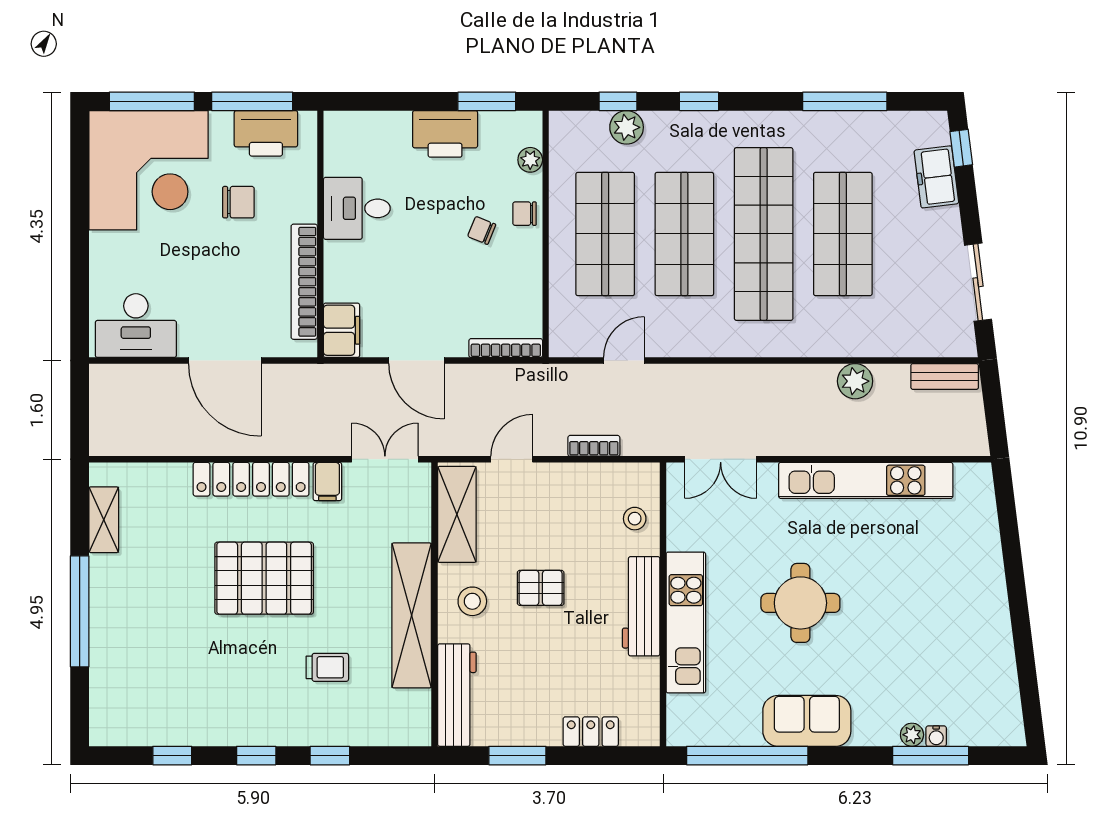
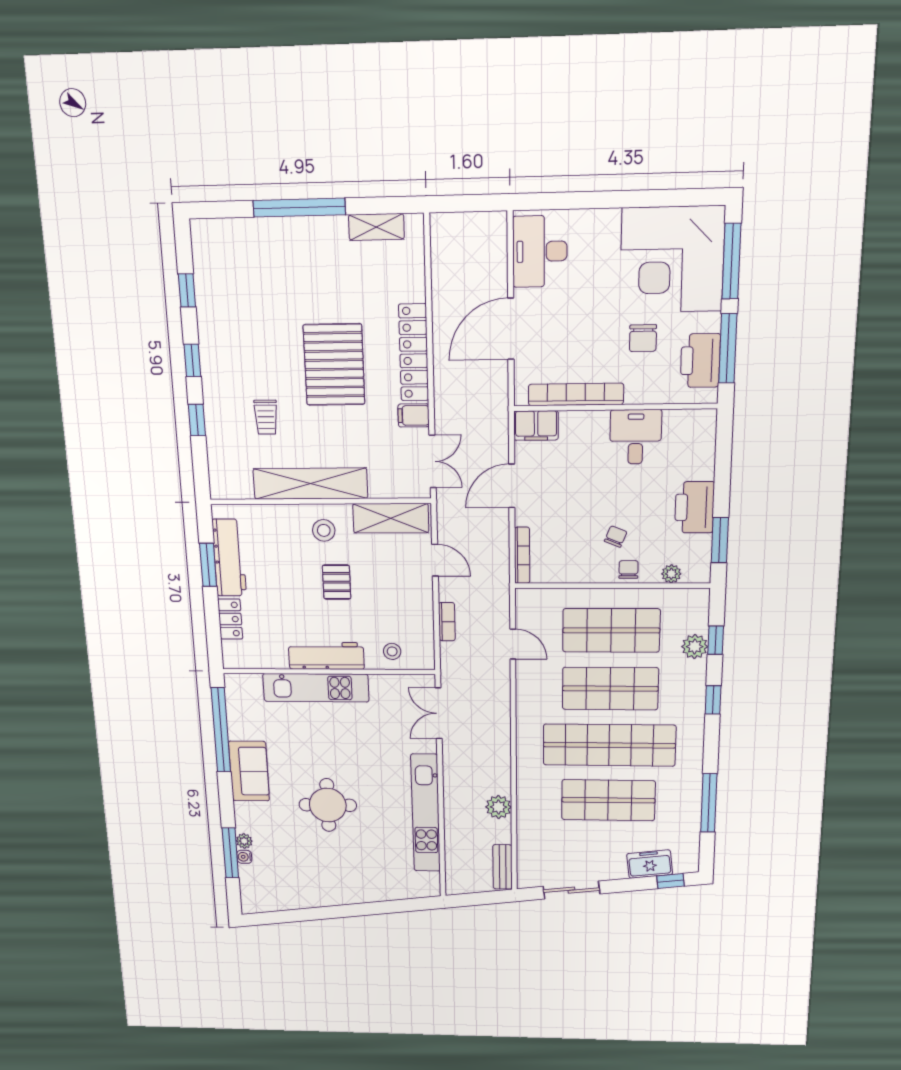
round table: (800, 603) -> (328, 805), moved
workbench: (457, 695) -> (229, 558), moved, turned -90

